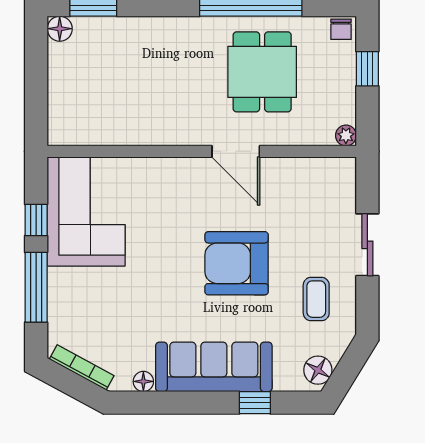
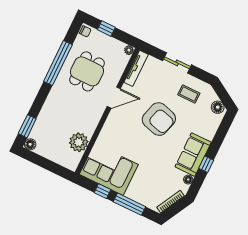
dining table: (262, 72) -> (87, 71), turned 90
plant: (111, 124) -> (79, 142), added
tv unit: (316, 168) -> (136, 68), added
armchair: (237, 263) -> (159, 119), turned -74
sofa: (214, 367) -> (193, 155), width x0.73
window: (255, 403) -> (206, 164), moved

